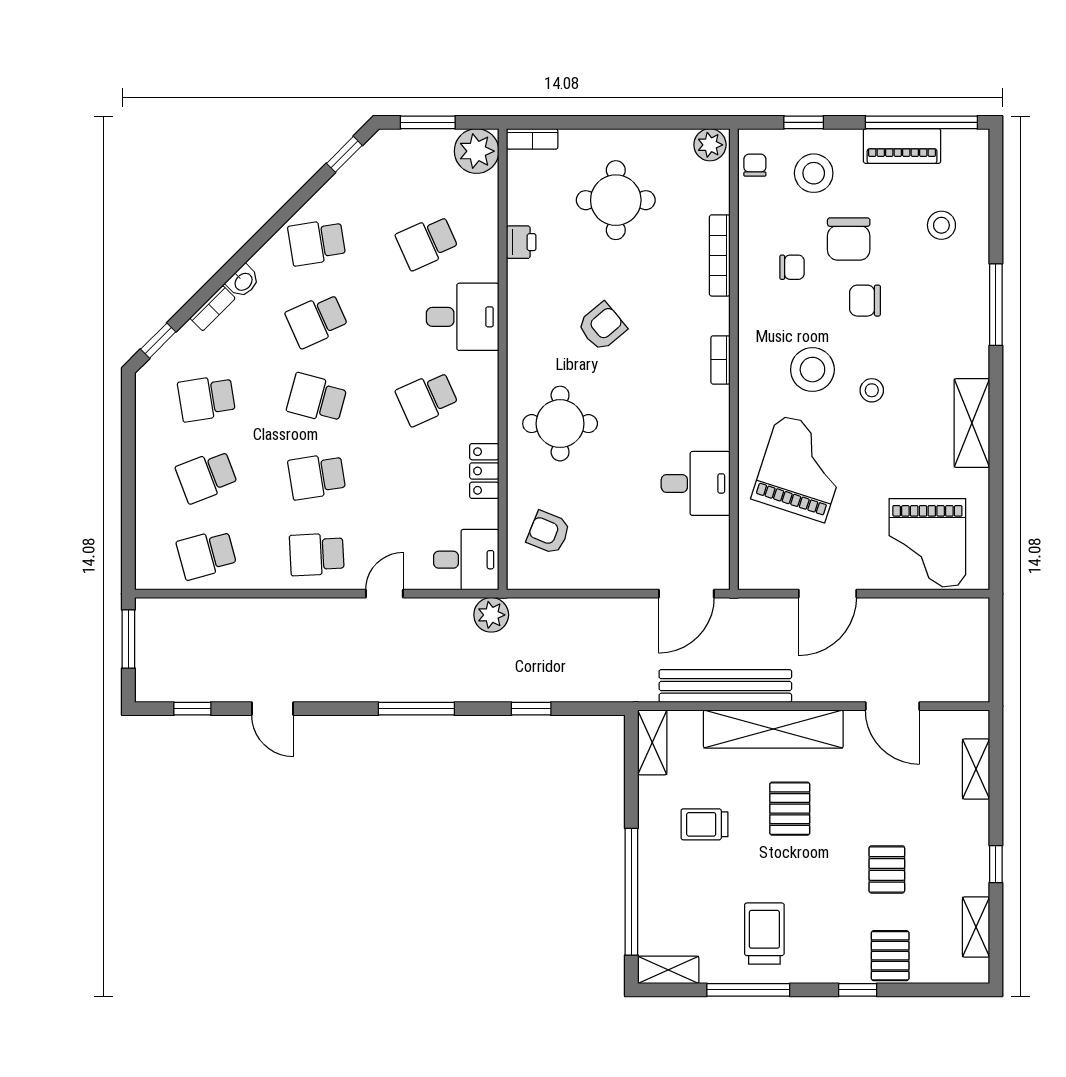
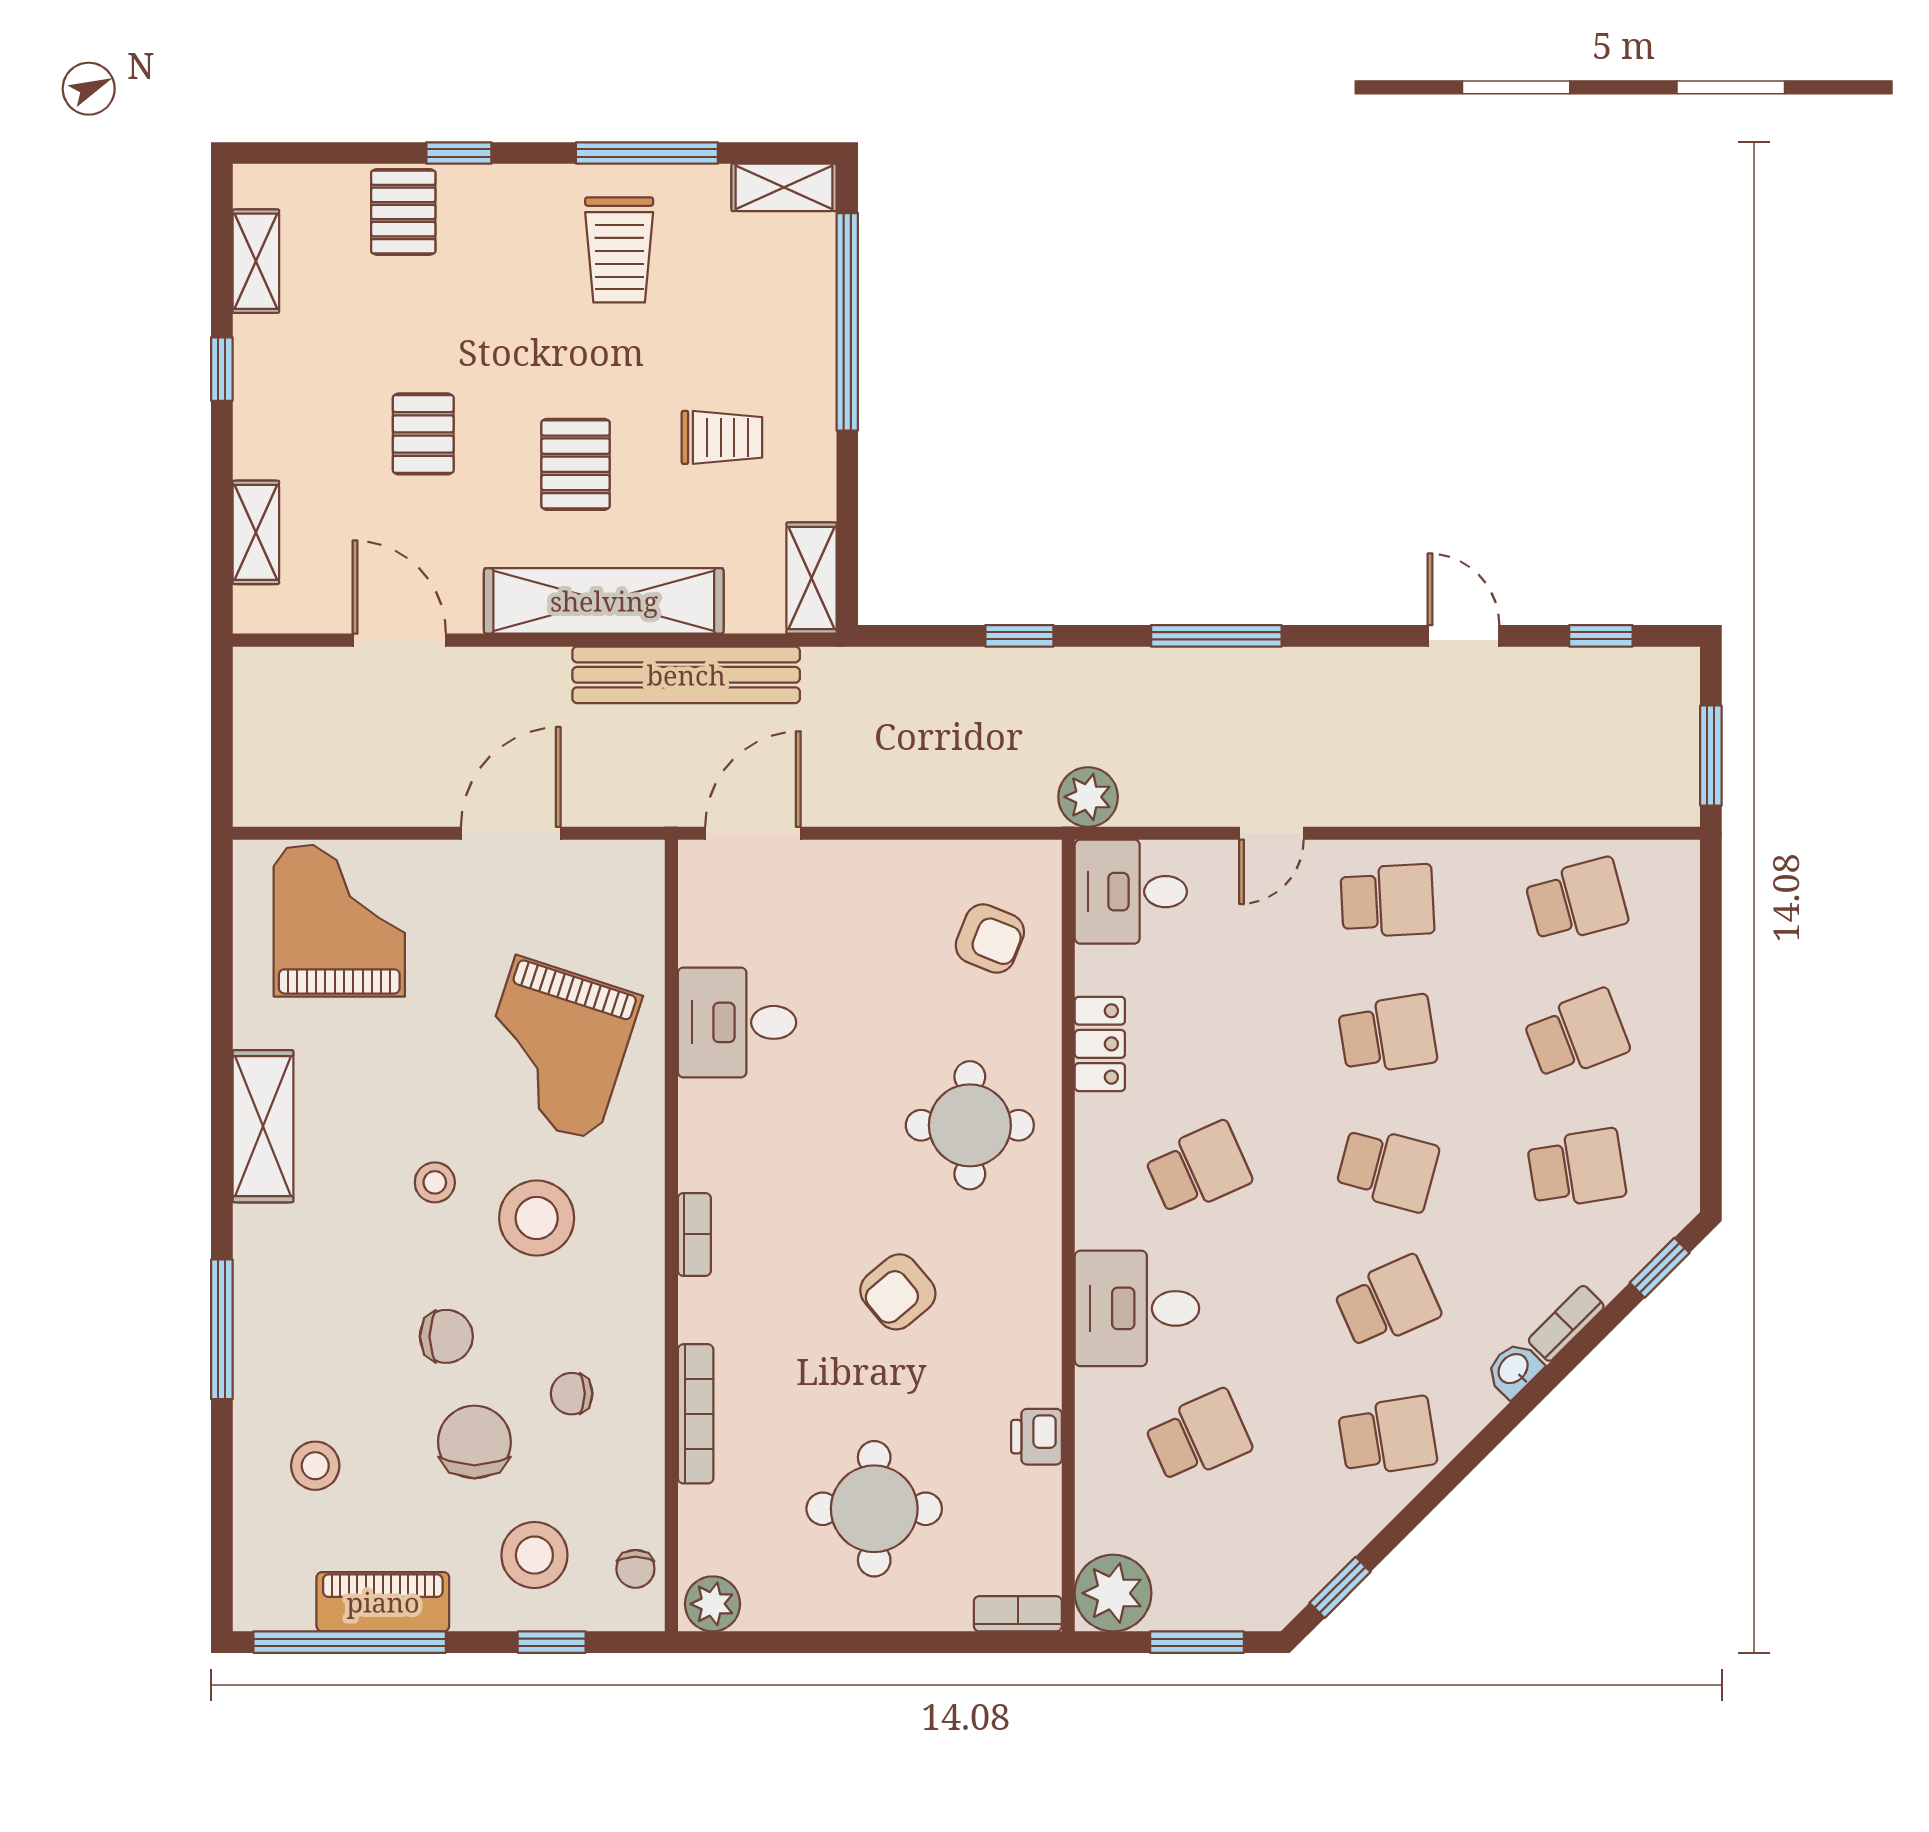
pallet: (887, 869) -> (423, 434), moved

